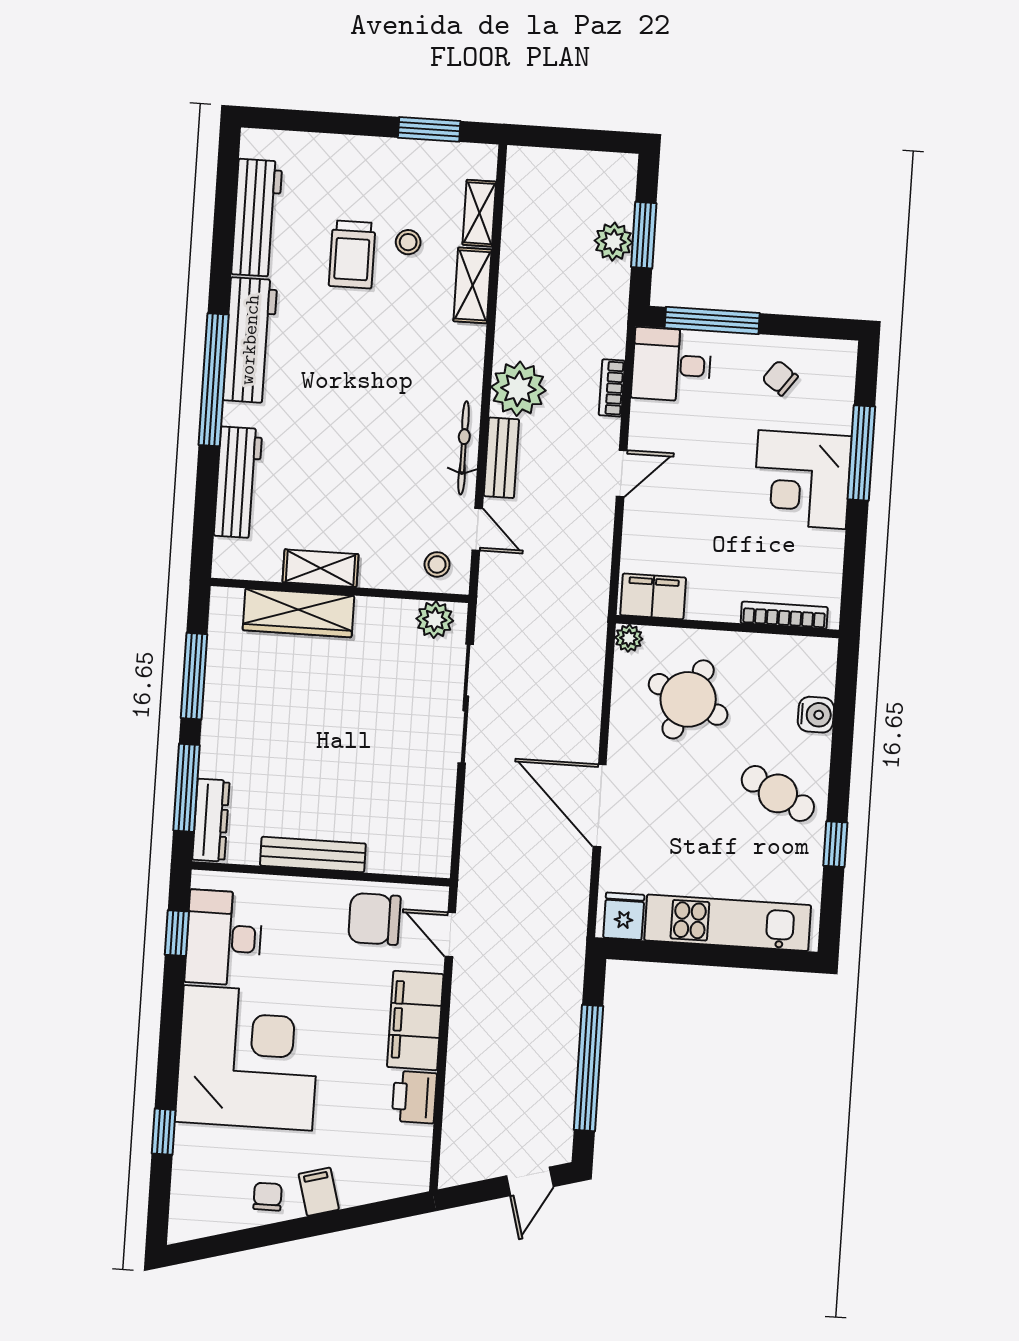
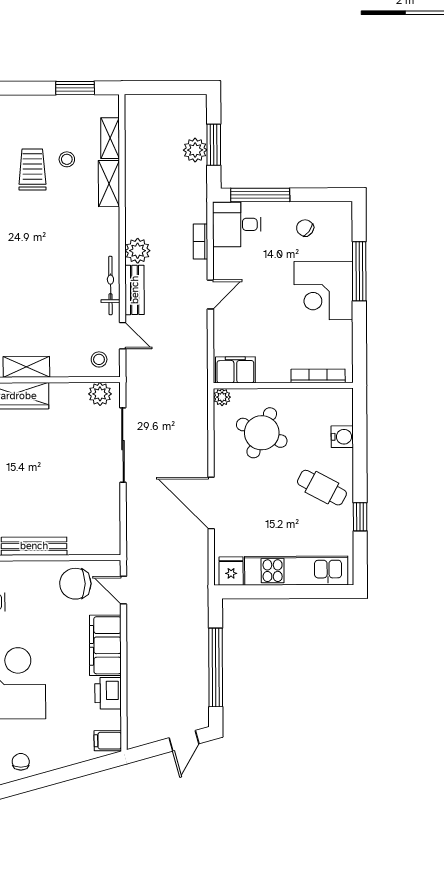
trolley: (352, 255) -> (32, 169), turned 180
plant: (518, 389) -> (138, 251), width x0.73, depth x0.73
filing cabinet: (319, 1192) -> (108, 741), moved, turned -75

